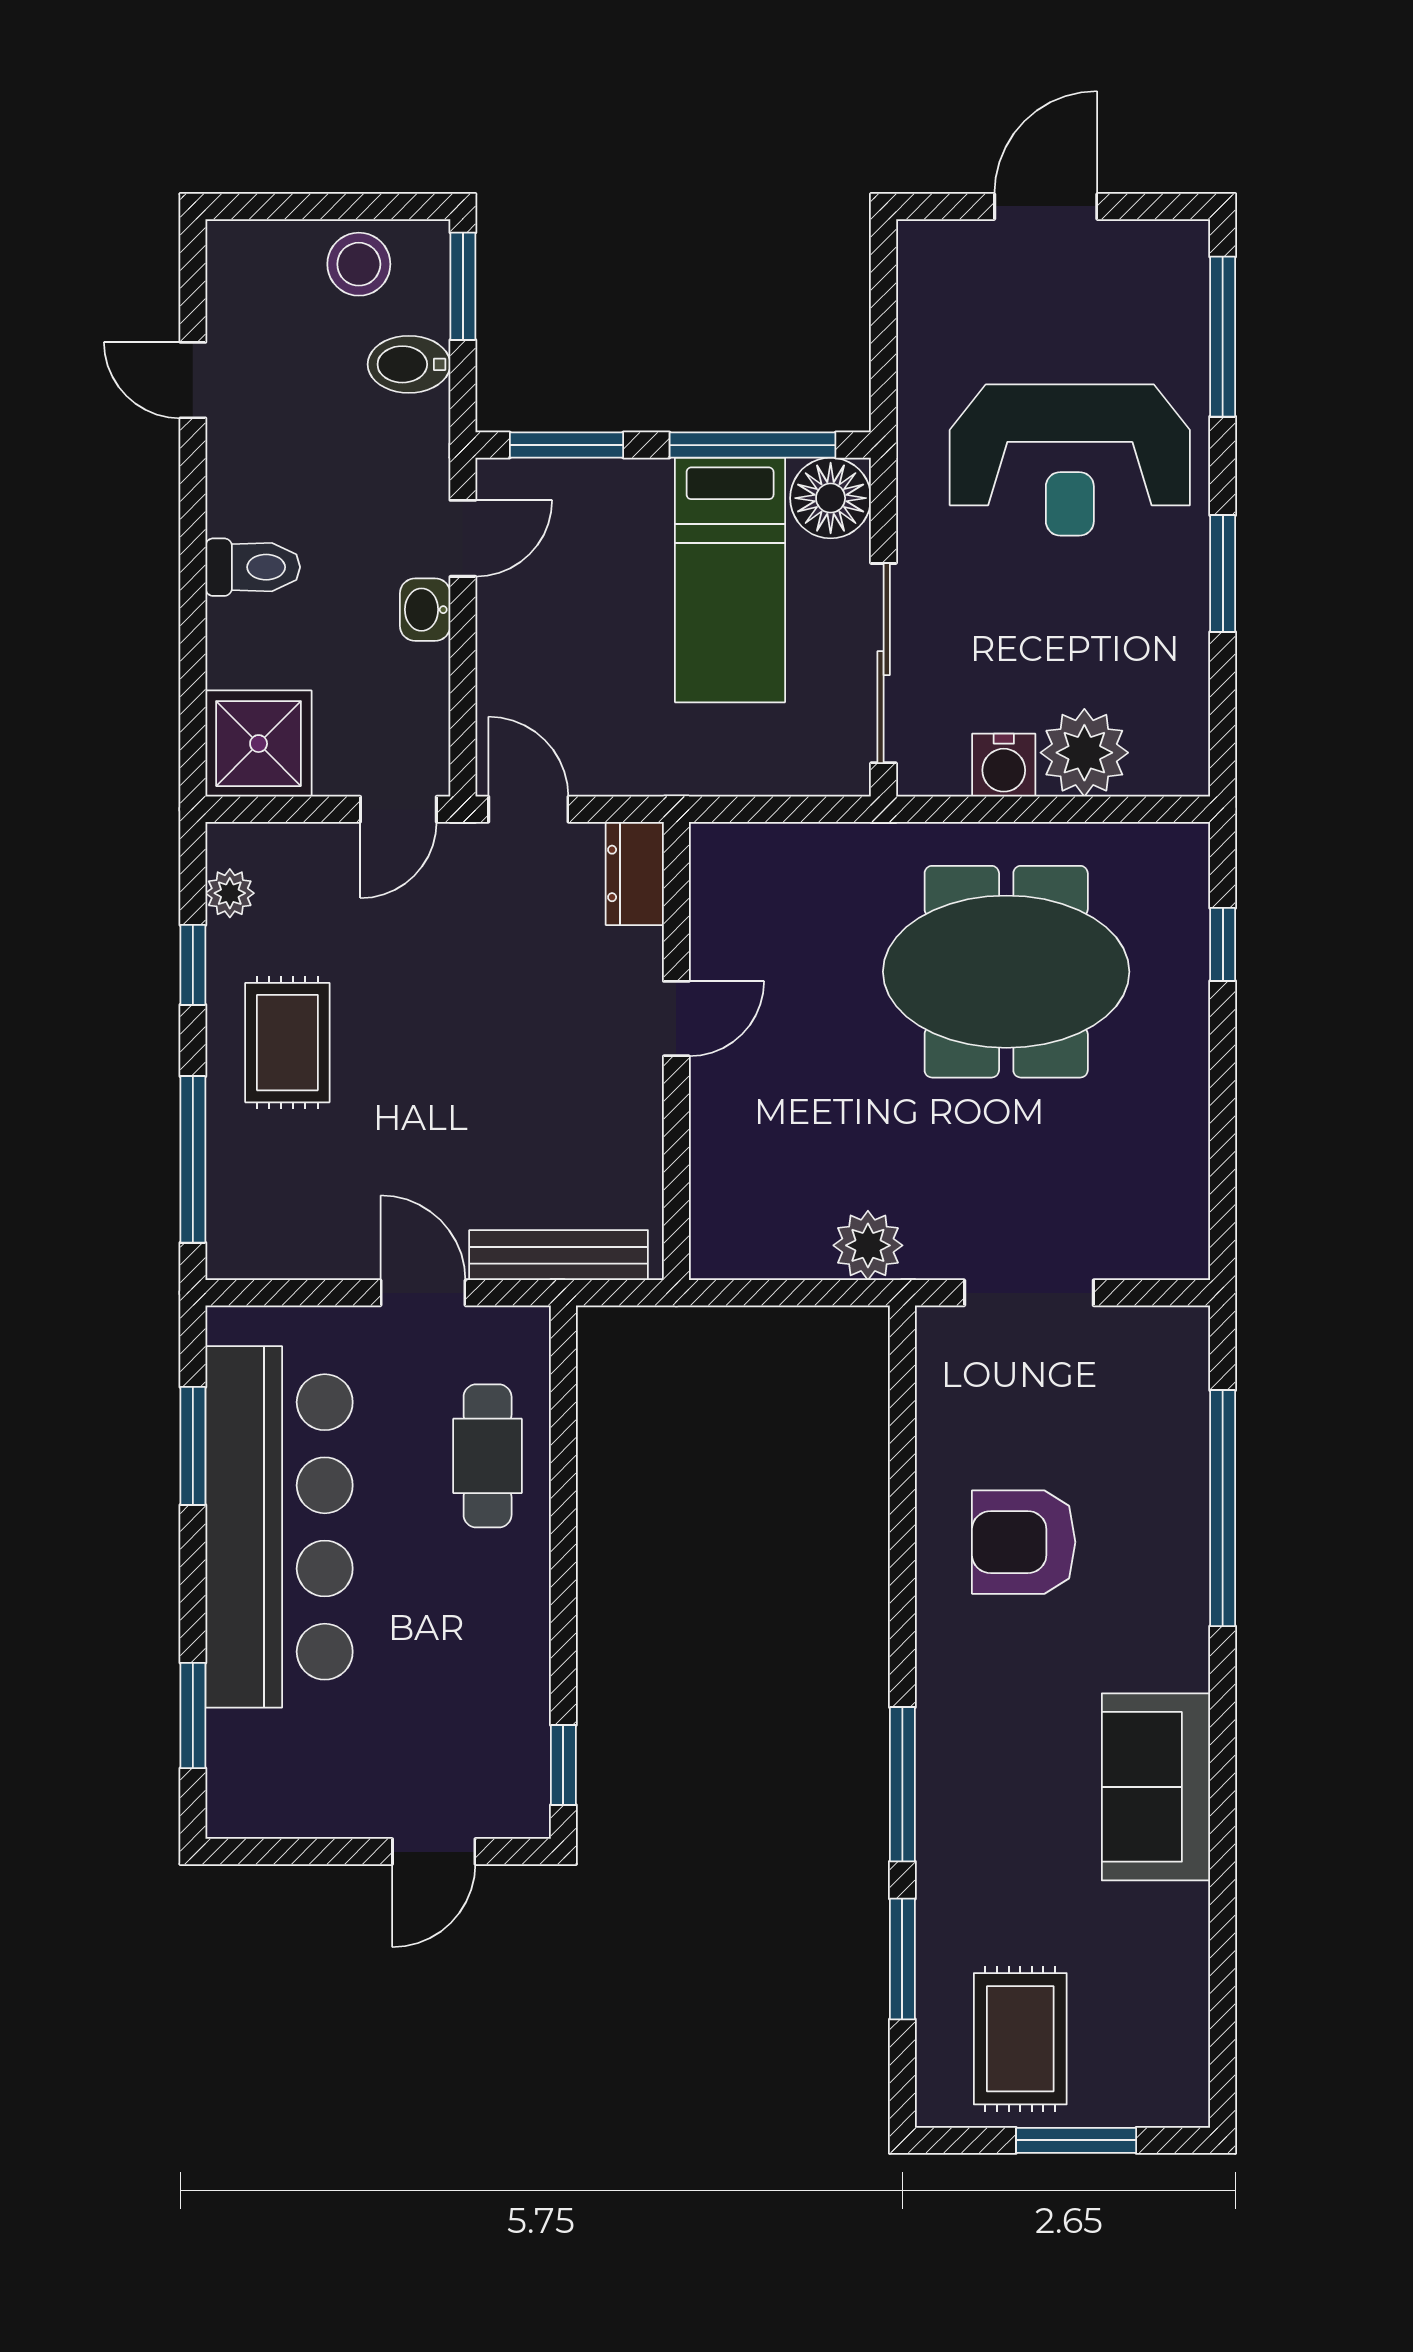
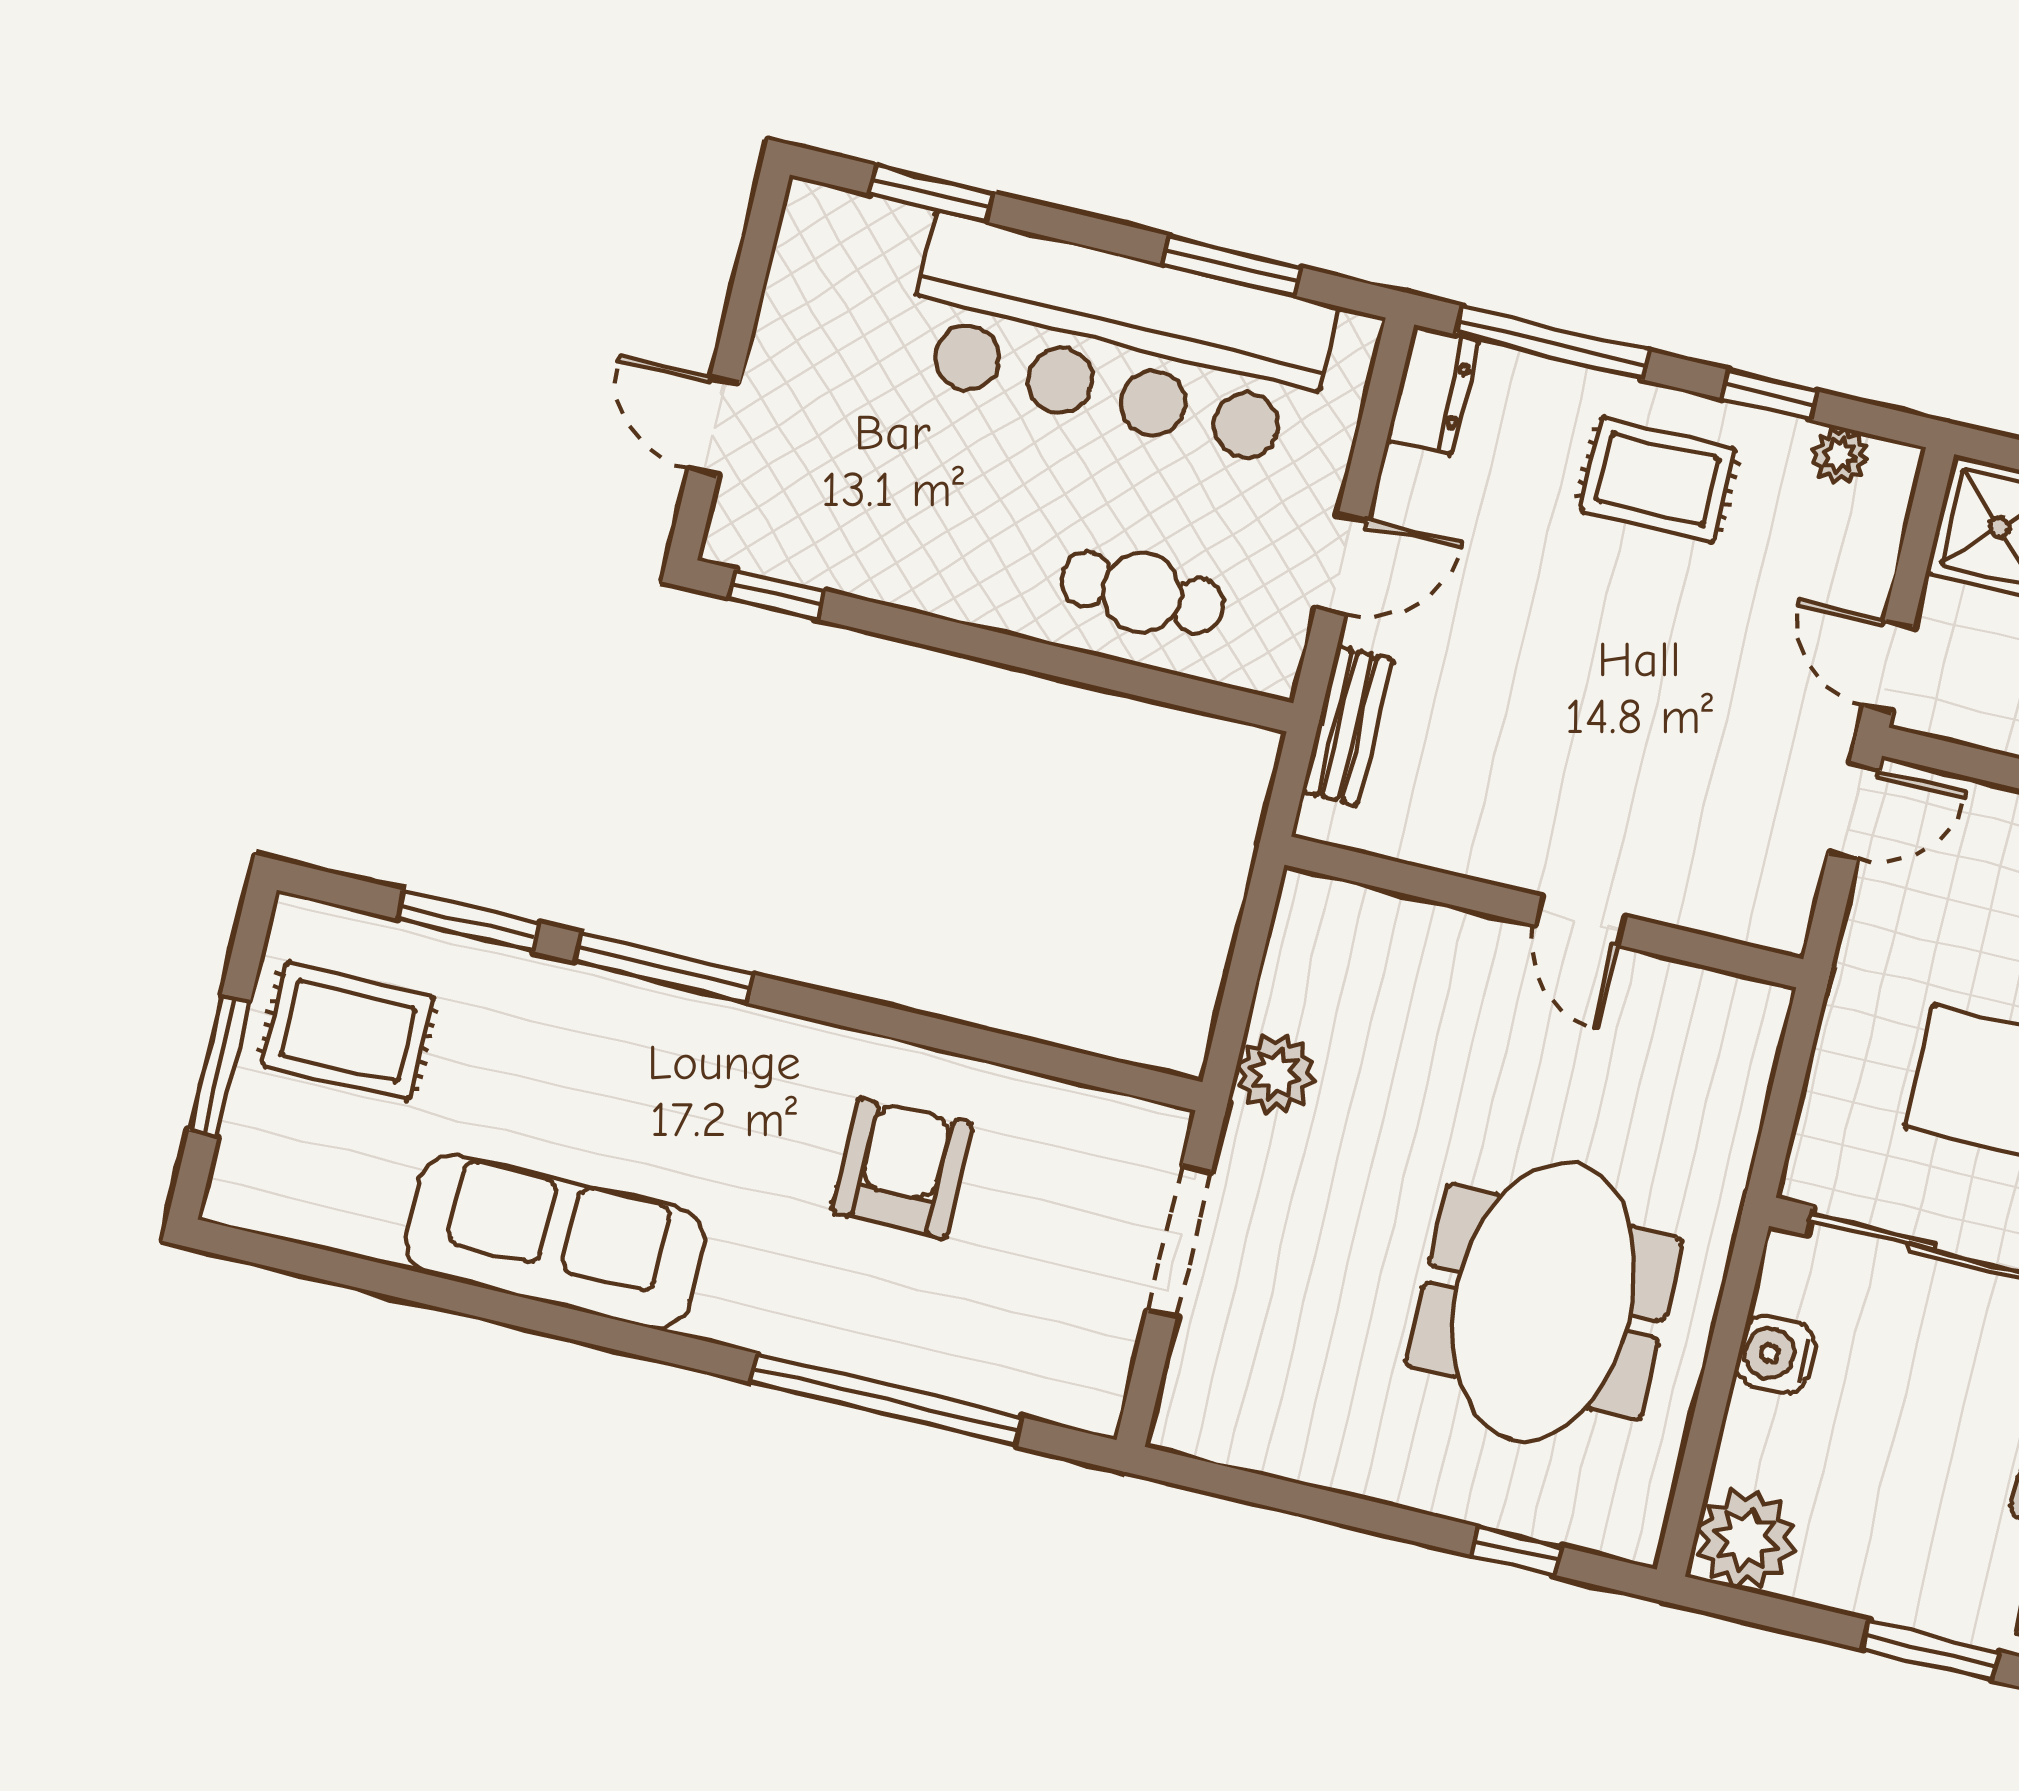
plant: (1084, 753) -> (1746, 1539), moved
dresser: (635, 873) -> (1433, 390), moved, turned 90
bench: (559, 1255) -> (1347, 726), width x0.73
sofa: (1156, 1787) -> (555, 1241), width x1.36

